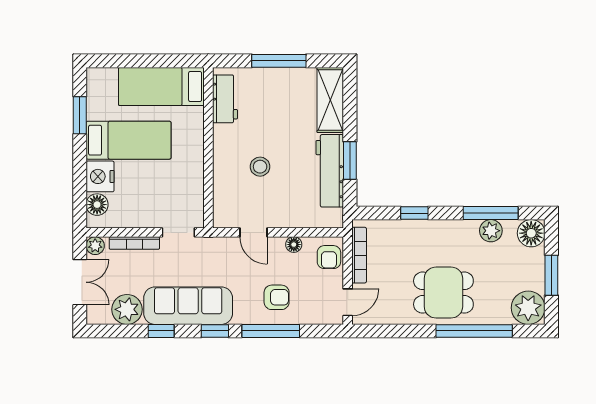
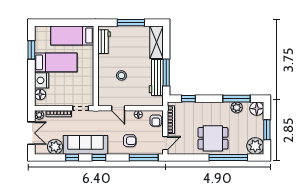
window: (350, 161) -> (166, 72), width x1.44
window: (414, 213) -> (188, 99), moved
window: (271, 331) -> (144, 157), moved

